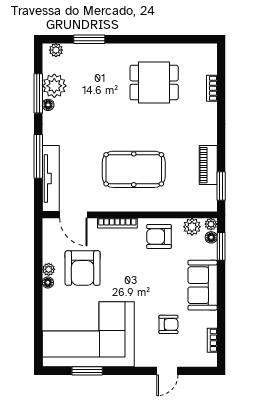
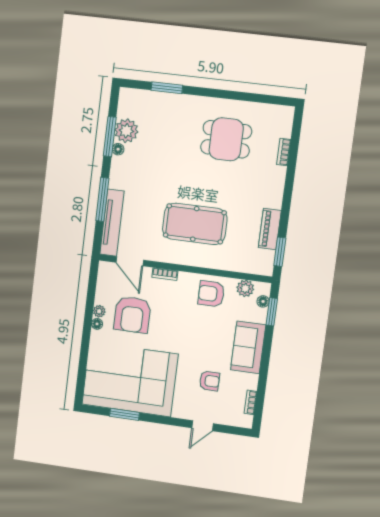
plant: (56, 50) -> (132, 95), removed
bookcase: (117, 223) -> (165, 274), width x0.64
plant: (211, 224) -> (265, 288), removed

